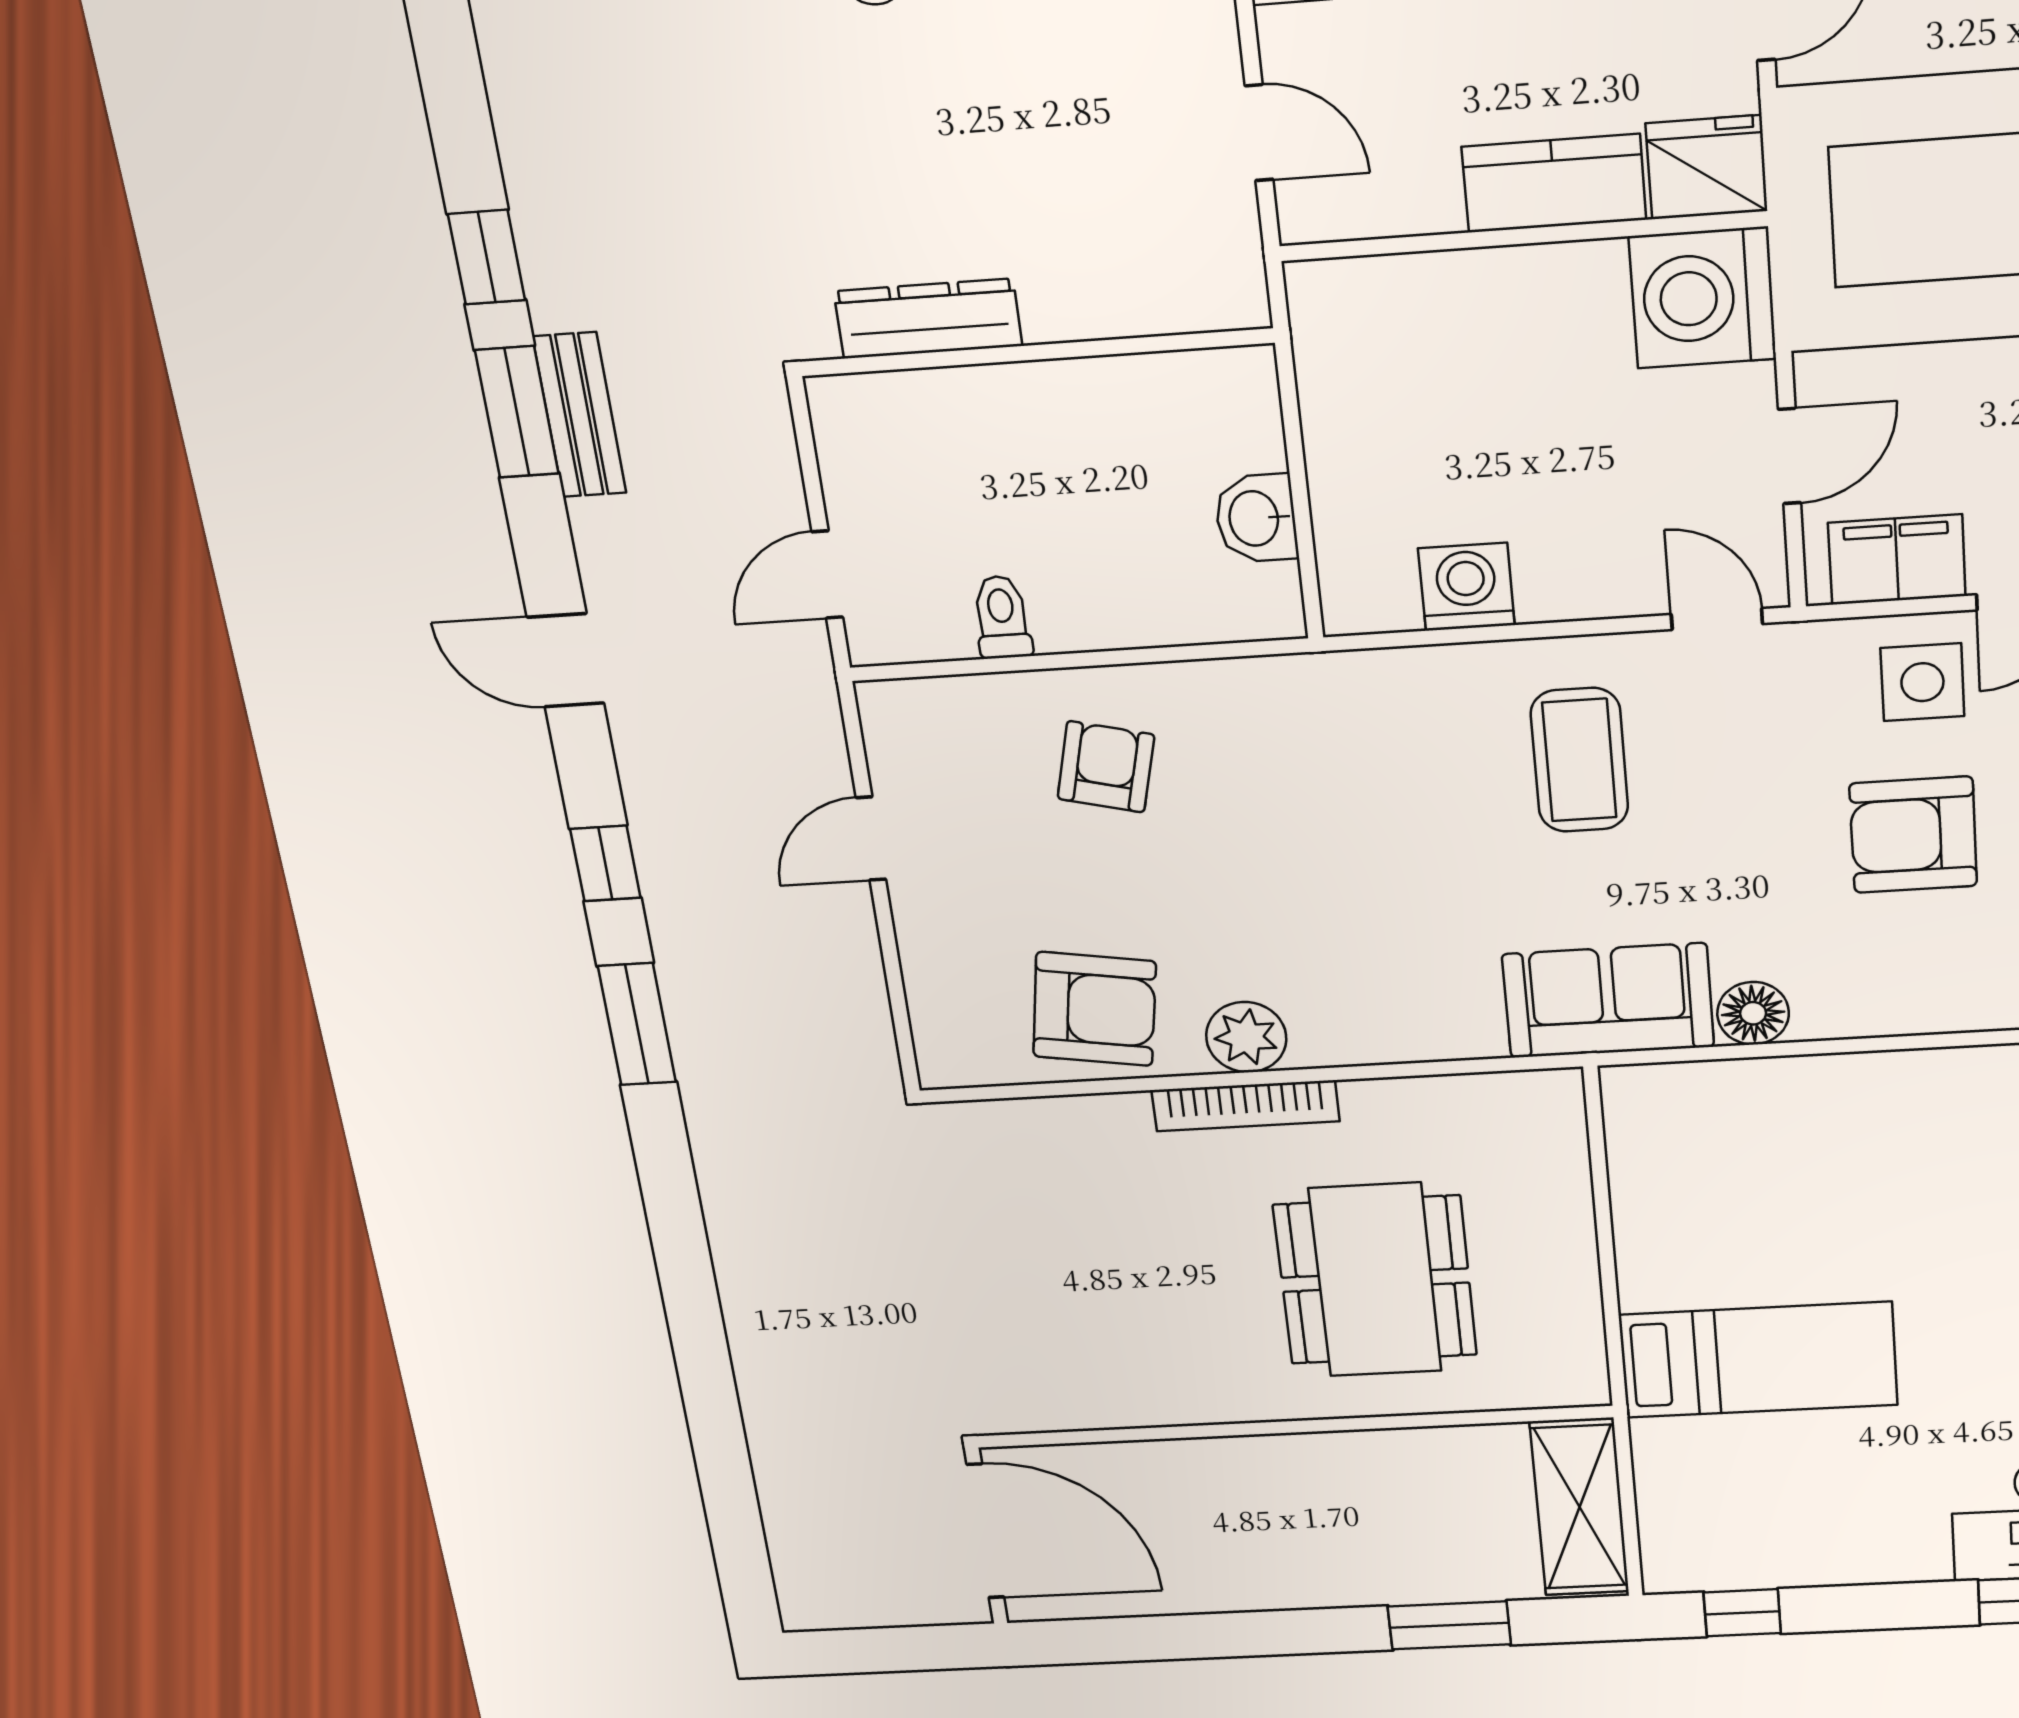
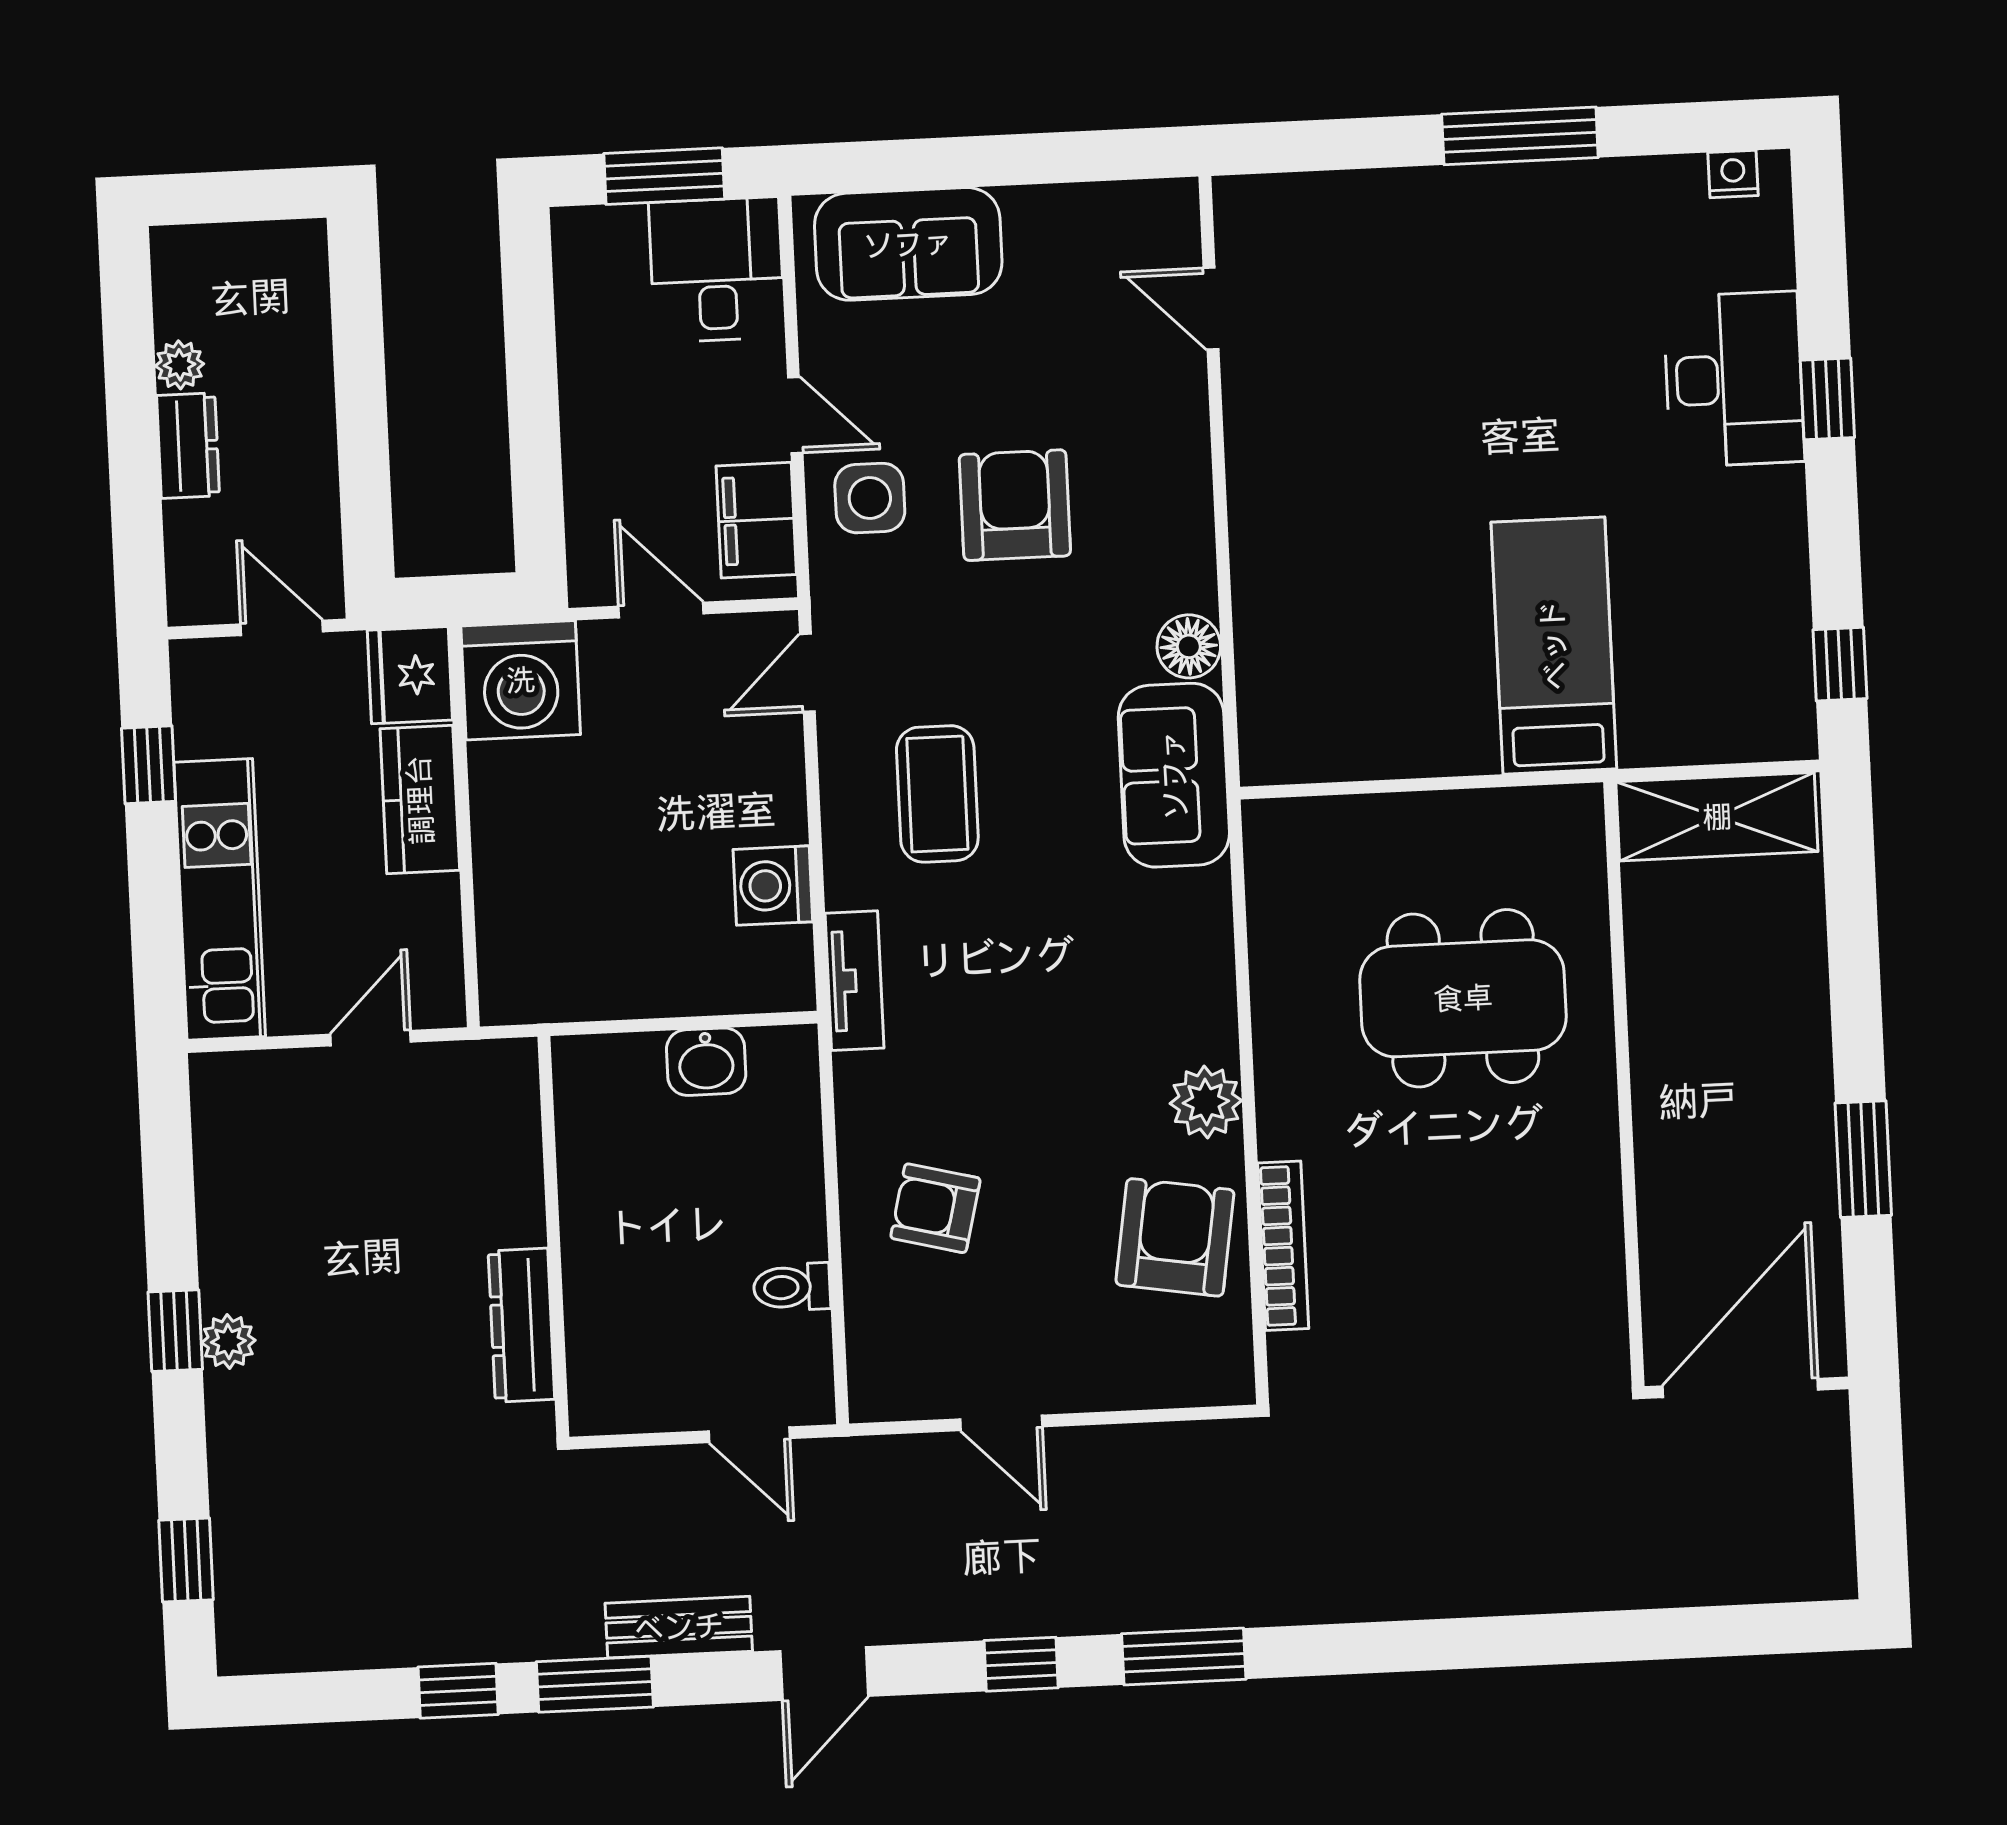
bench: (579, 415) -> (679, 1627), moved
tv unit: (1360, 677) -> (855, 981), added
coffee table: (1579, 760) -> (937, 794), turned 90
armchair: (1913, 835) -> (1015, 505), turned 180
bookcase: (1246, 1106) -> (1283, 1246), moved
window: (1449, 1625) -> (1863, 1159), moved

